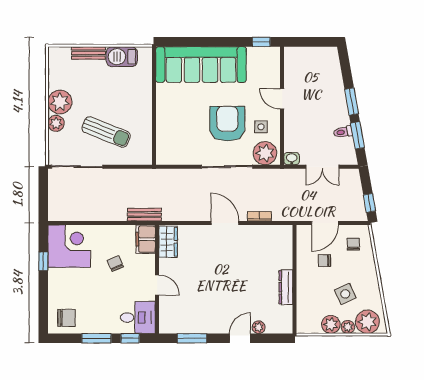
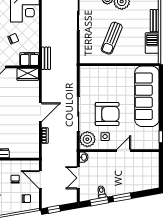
sun lounger: (106, 132) -> (112, 38), moved

